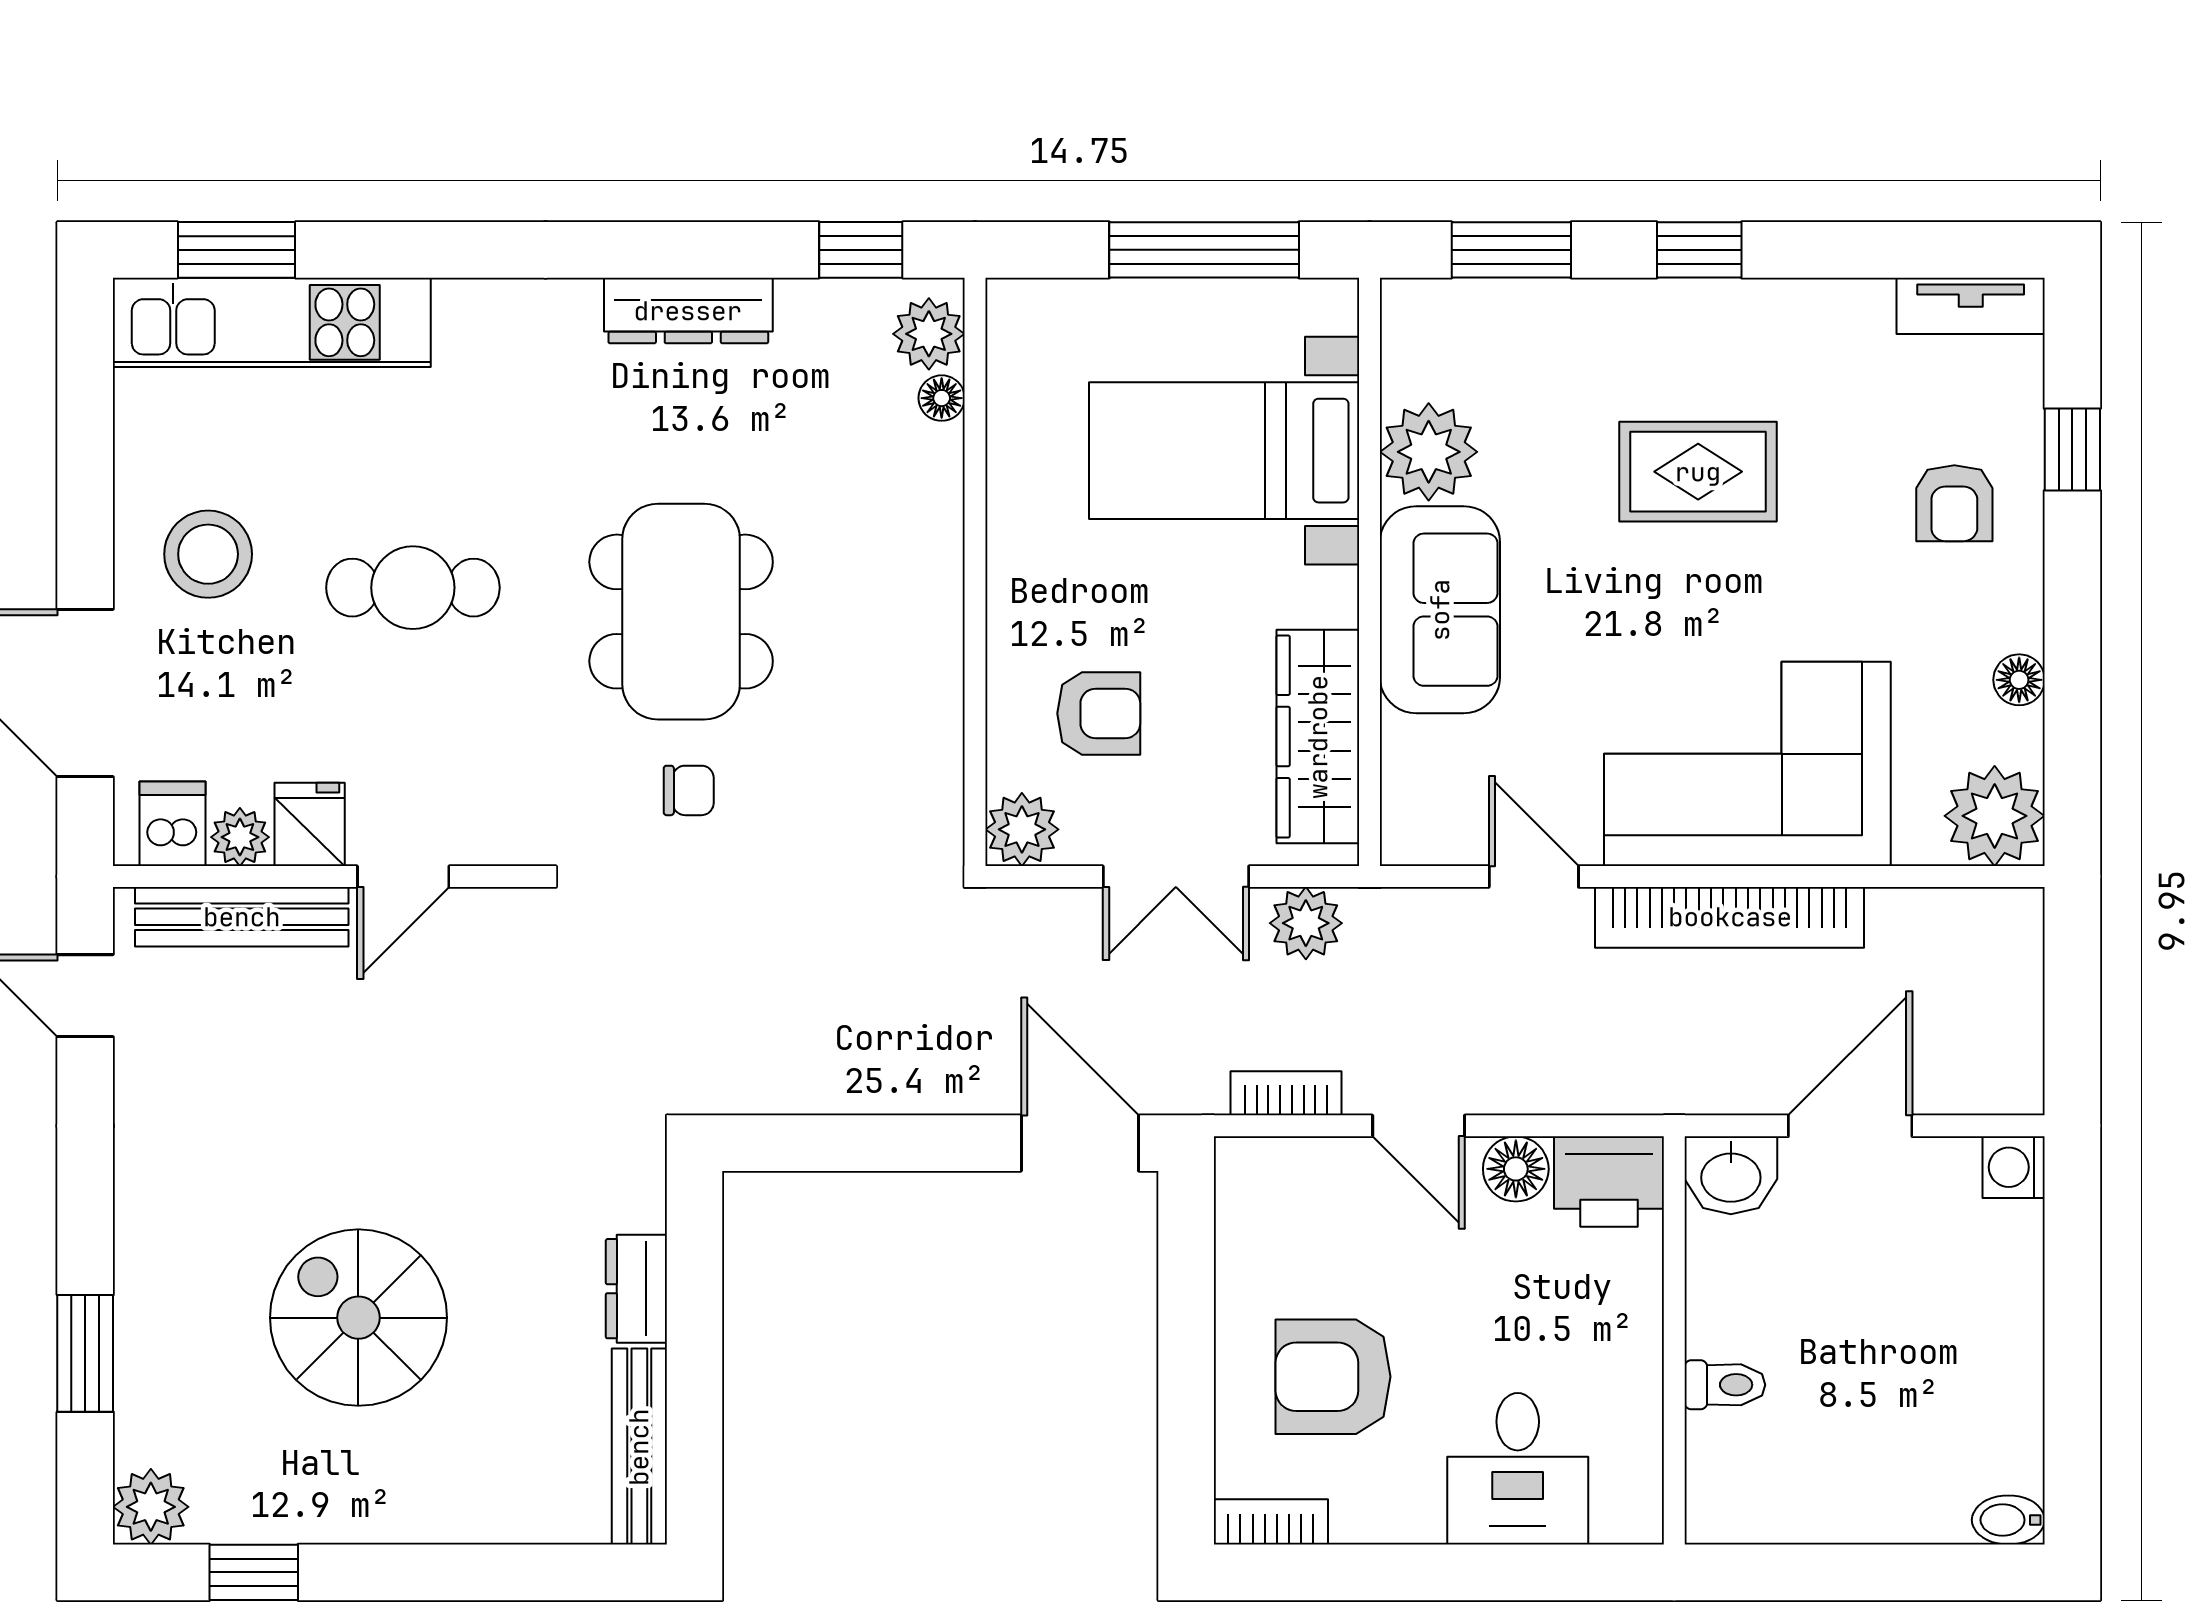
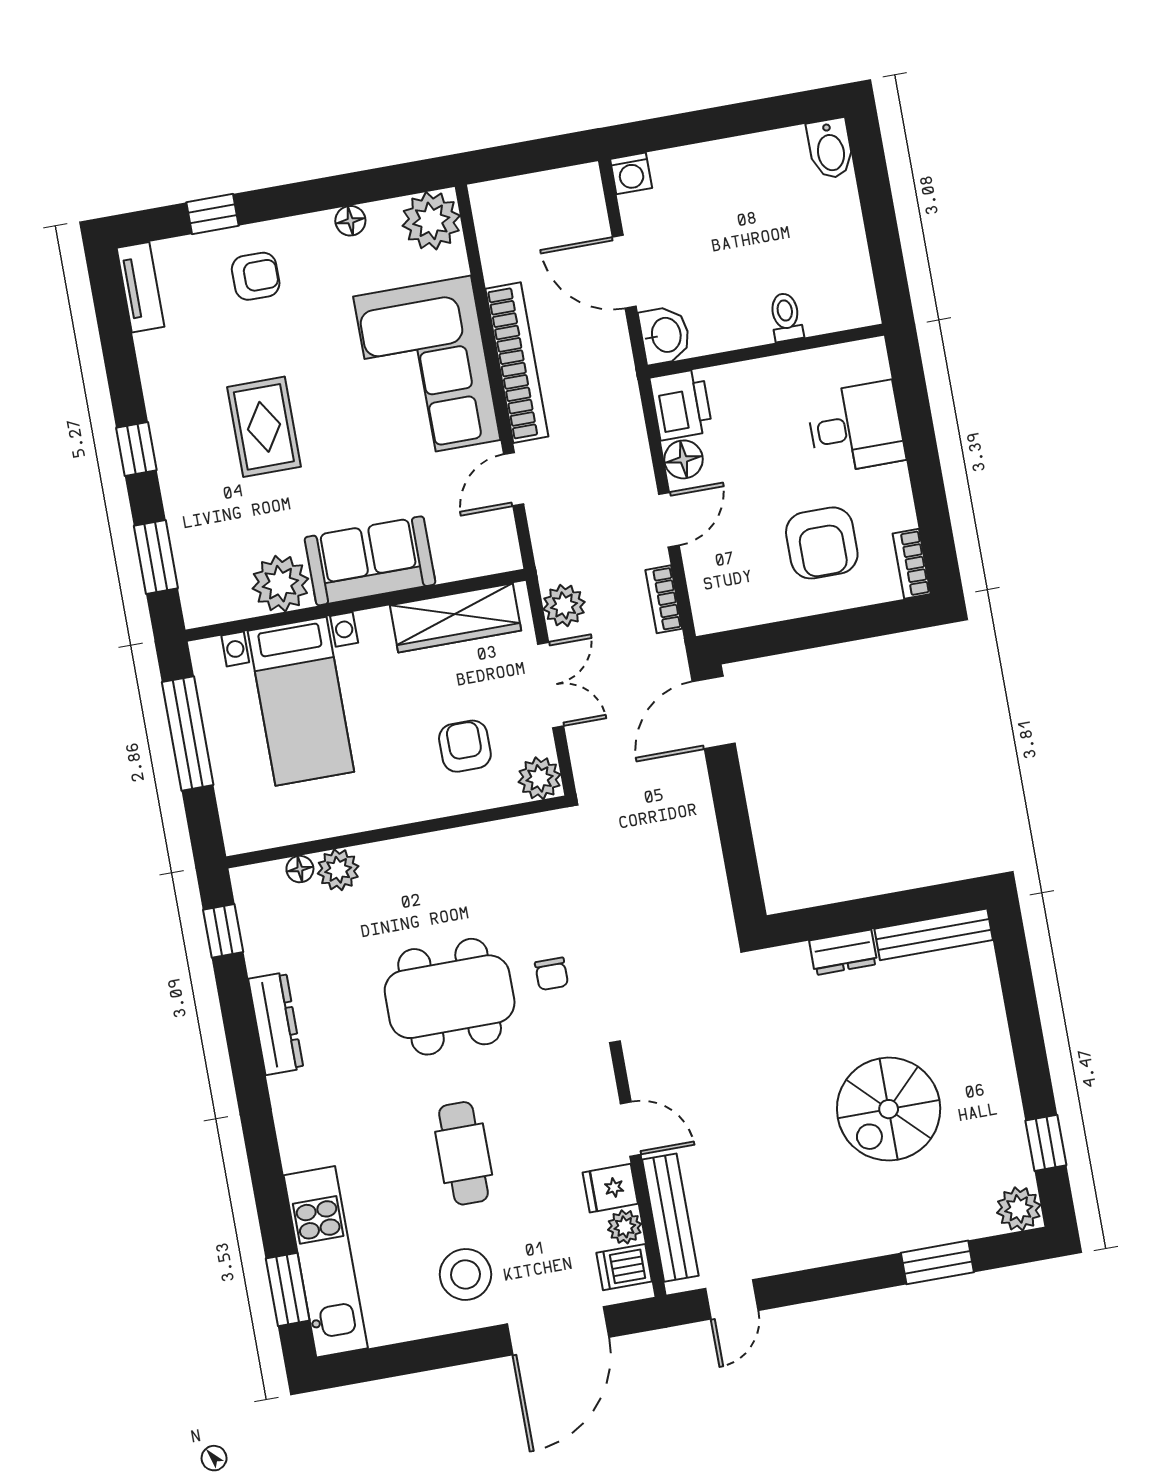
plant: (929, 334) -> (338, 870), moved
chair: (689, 790) -> (552, 974), turned 180
bidet: (2008, 1520) -> (830, 149), width x1.38, depth x1.36

